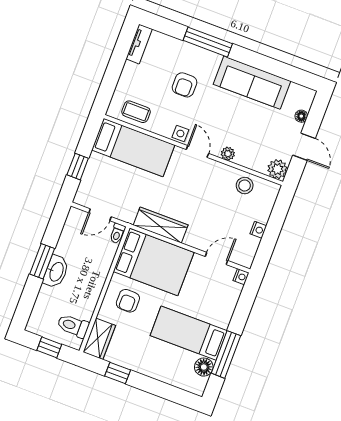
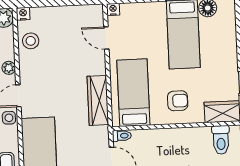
nightstand: (258, 230) -> (23, 14), moved
bed: (154, 262) -> (133, 93), width x0.67

